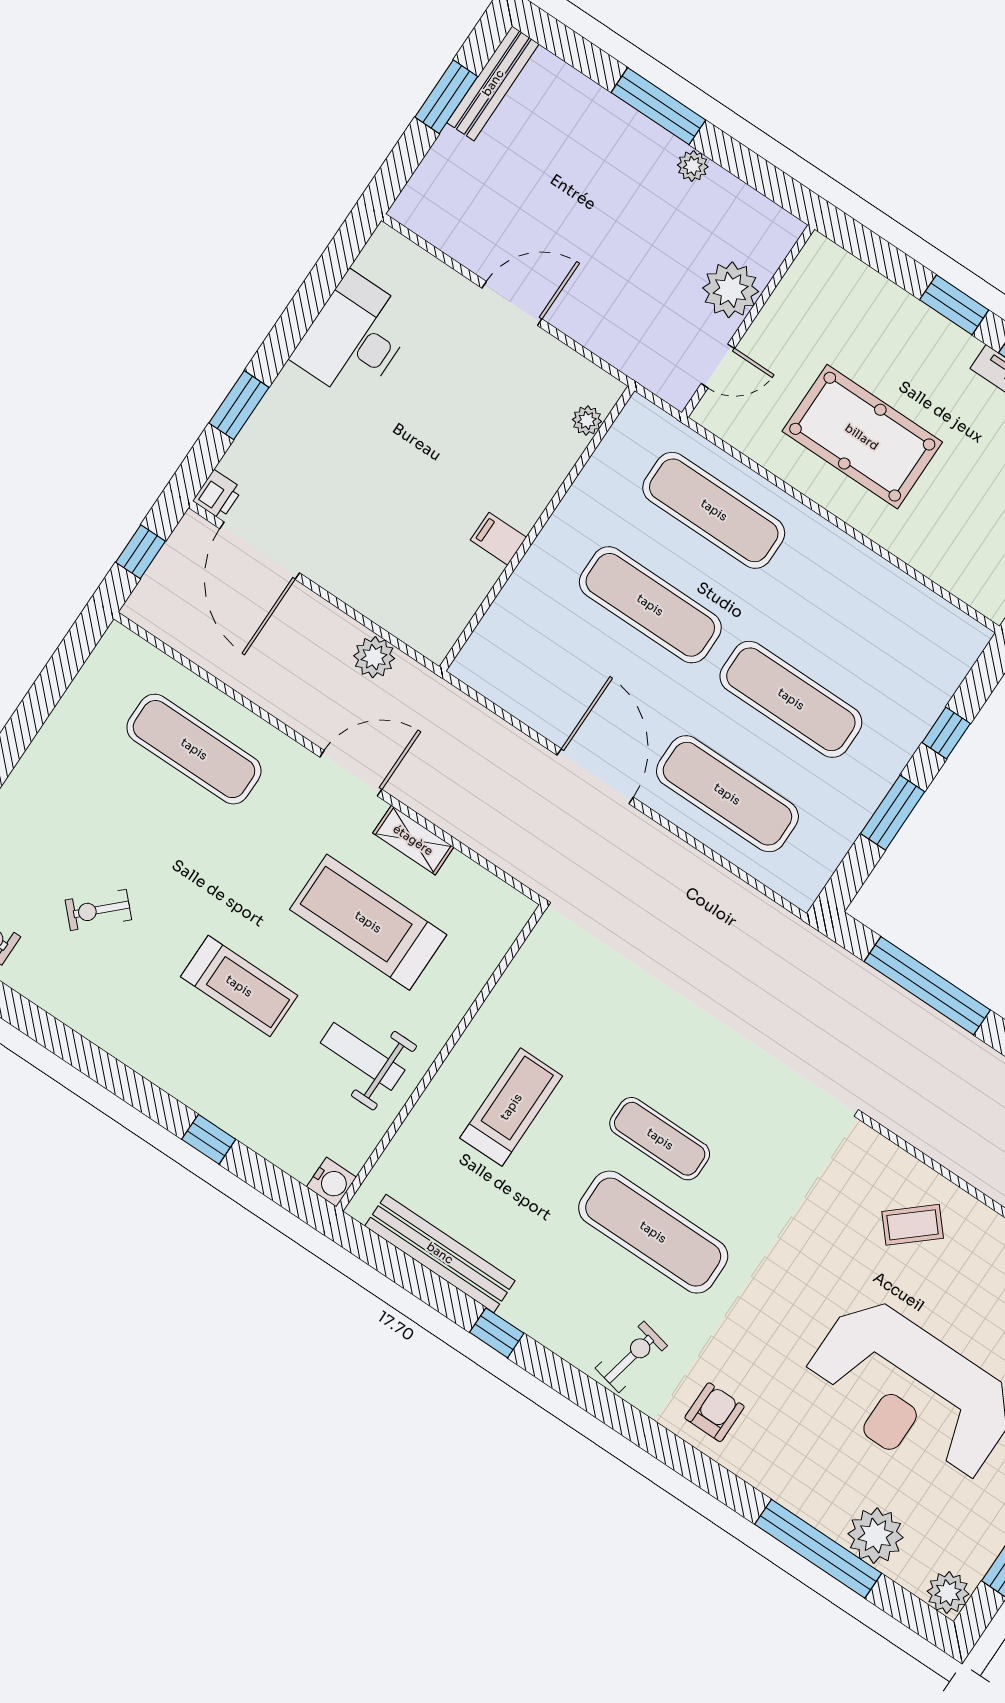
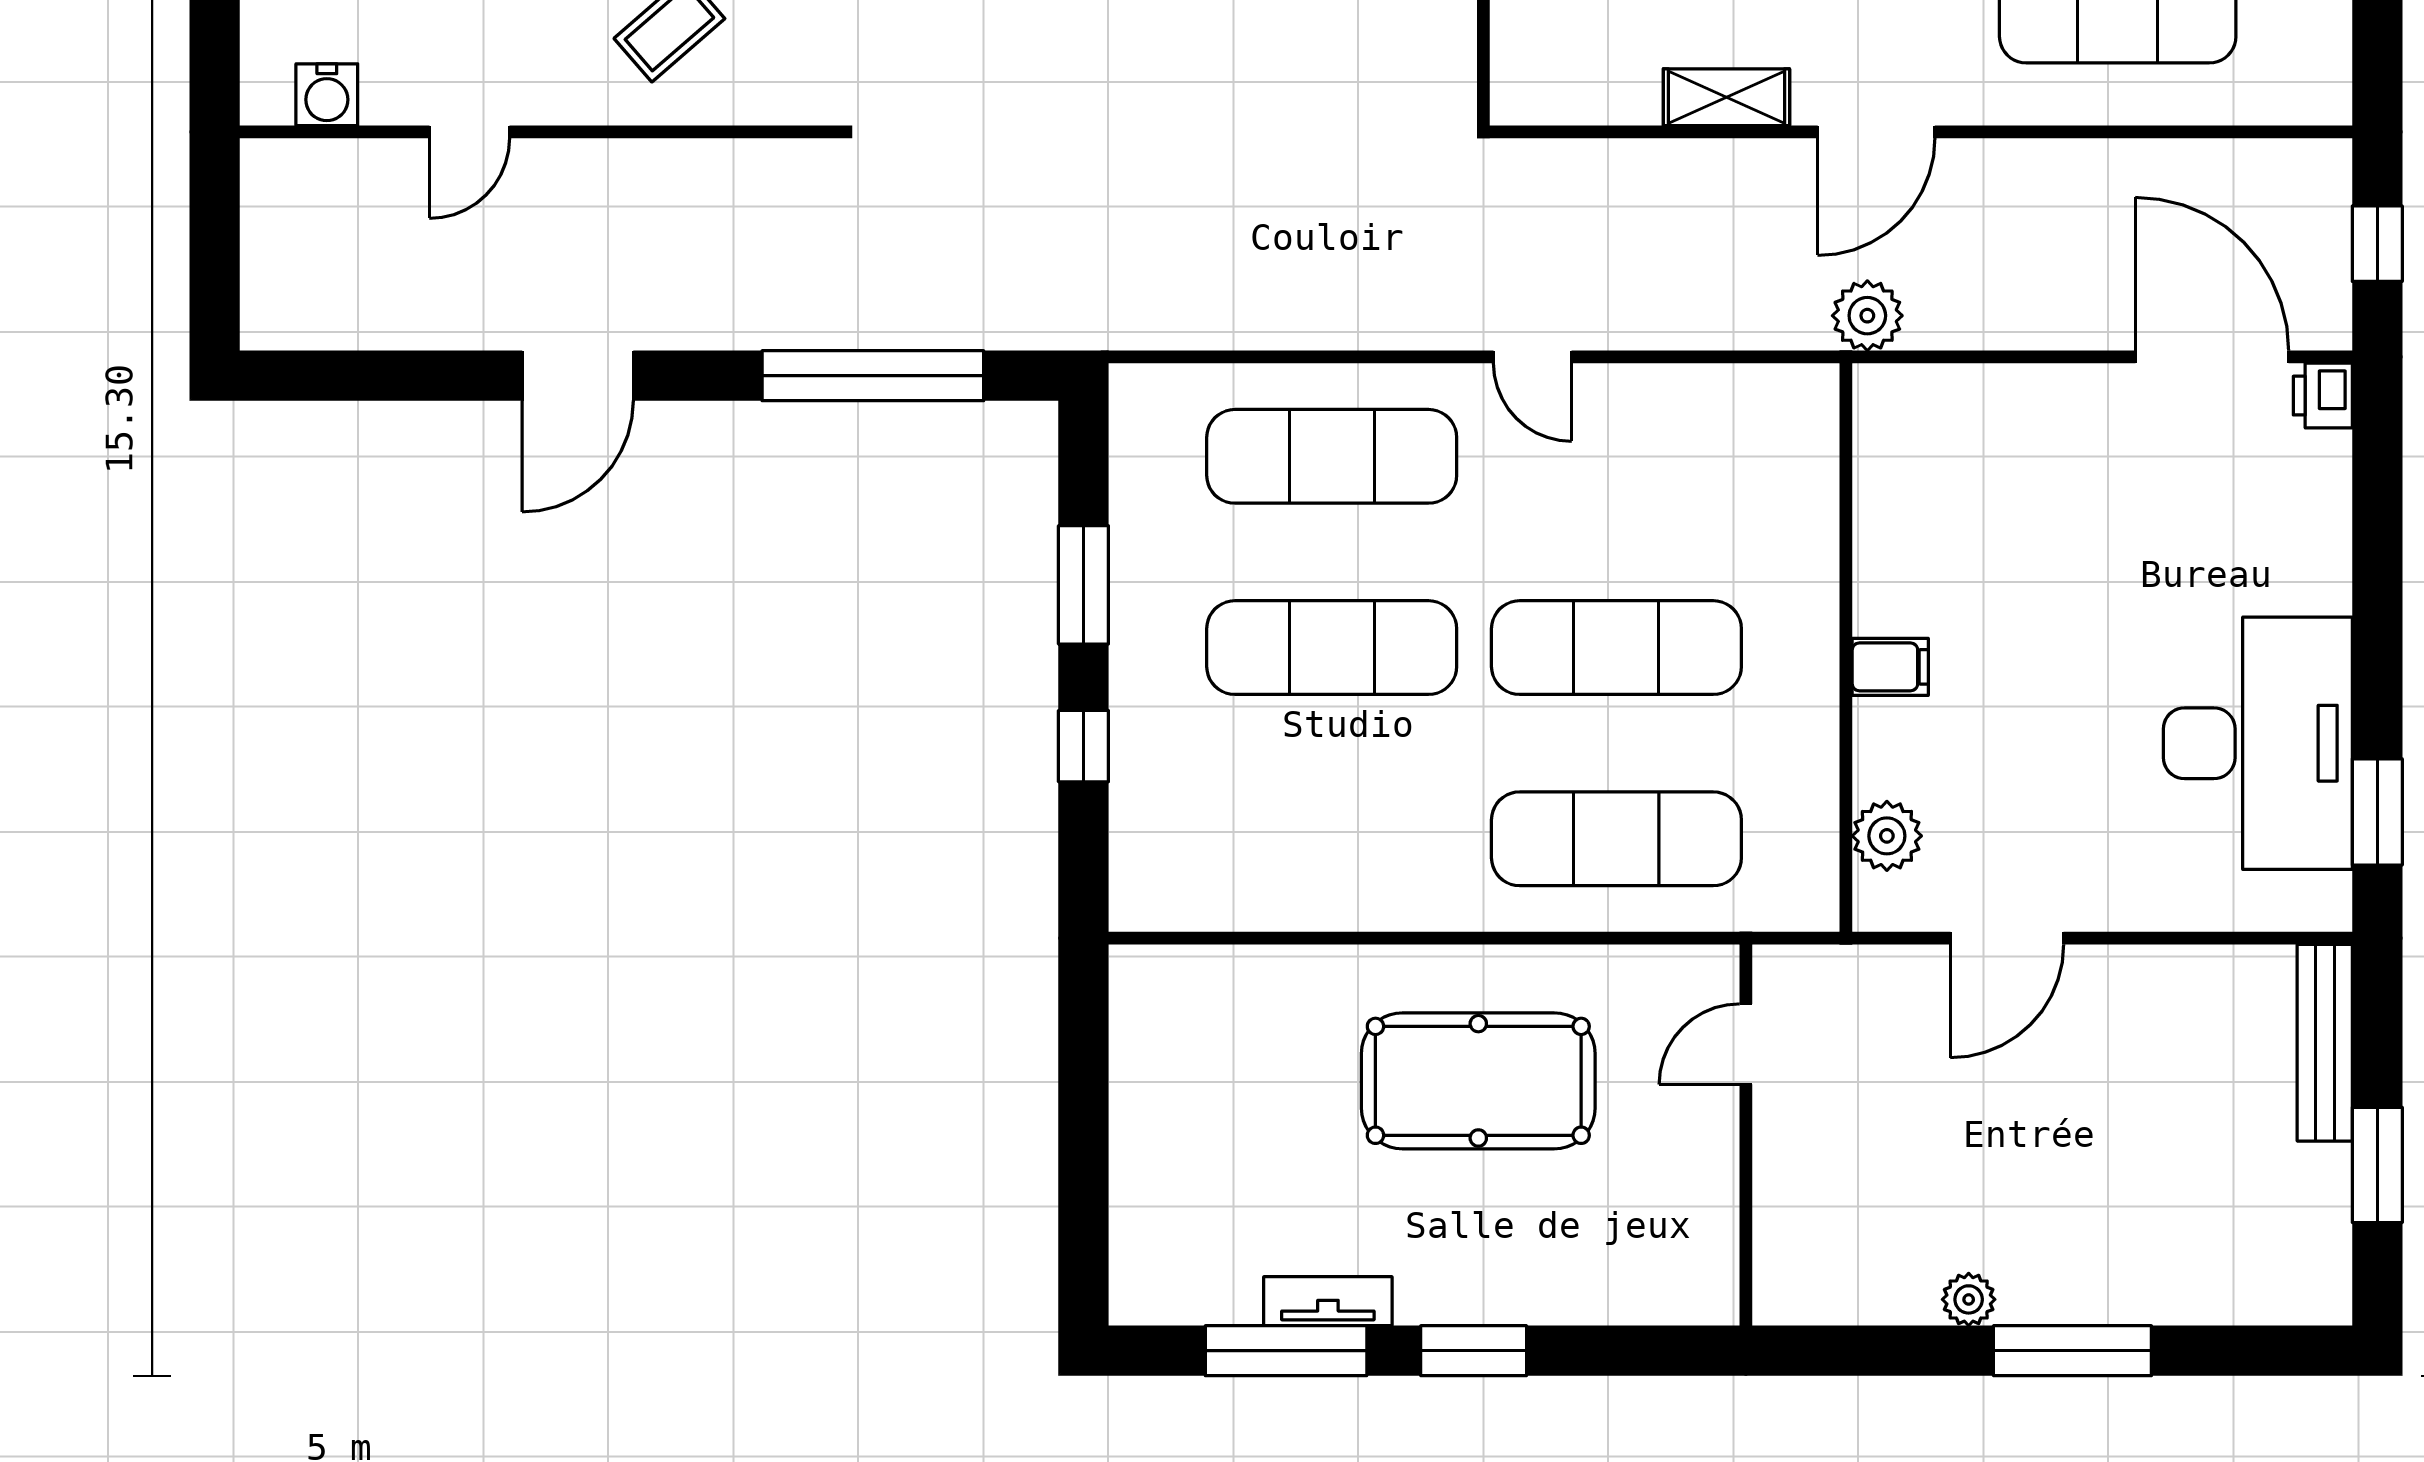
bench: (493, 83) -> (2325, 1043), moved
plant: (731, 290) -> (1800, 1162), removed
door: (512, 303) -> (2007, 938), moved
desk: (355, 337) -> (2258, 743), width x1.36, depth x1.30
window: (239, 405) -> (2377, 812), moved
plant: (587, 420) -> (1887, 836), width x1.38, depth x1.38
filing cabinet: (498, 539) -> (1890, 667), moved
plant: (374, 657) -> (1867, 316), moved
door: (595, 776) -> (1533, 357), width x0.53

